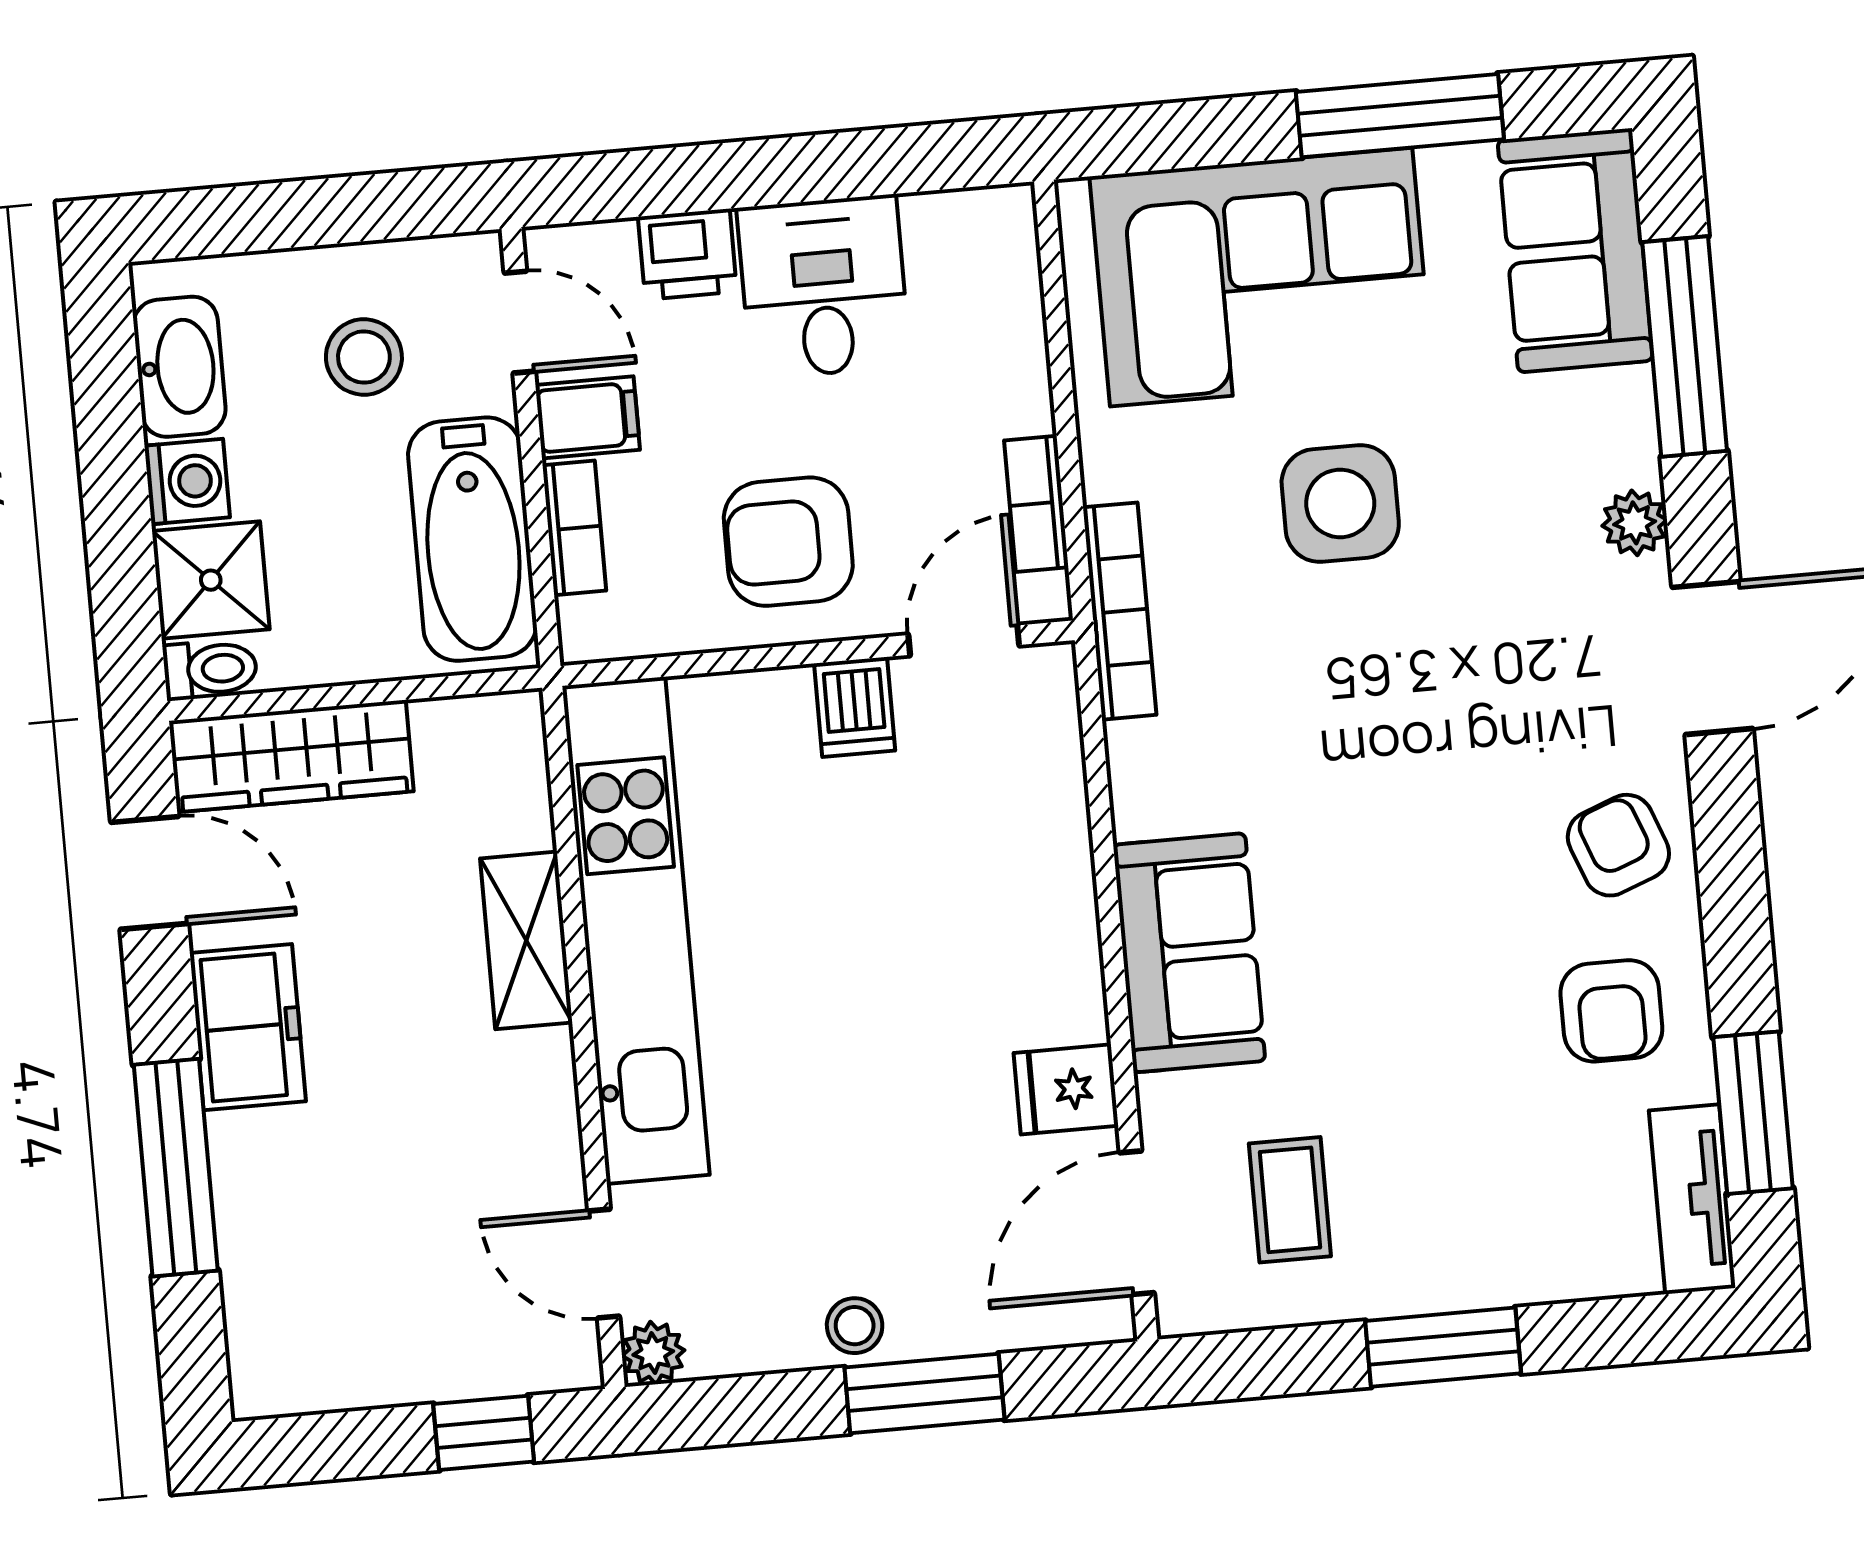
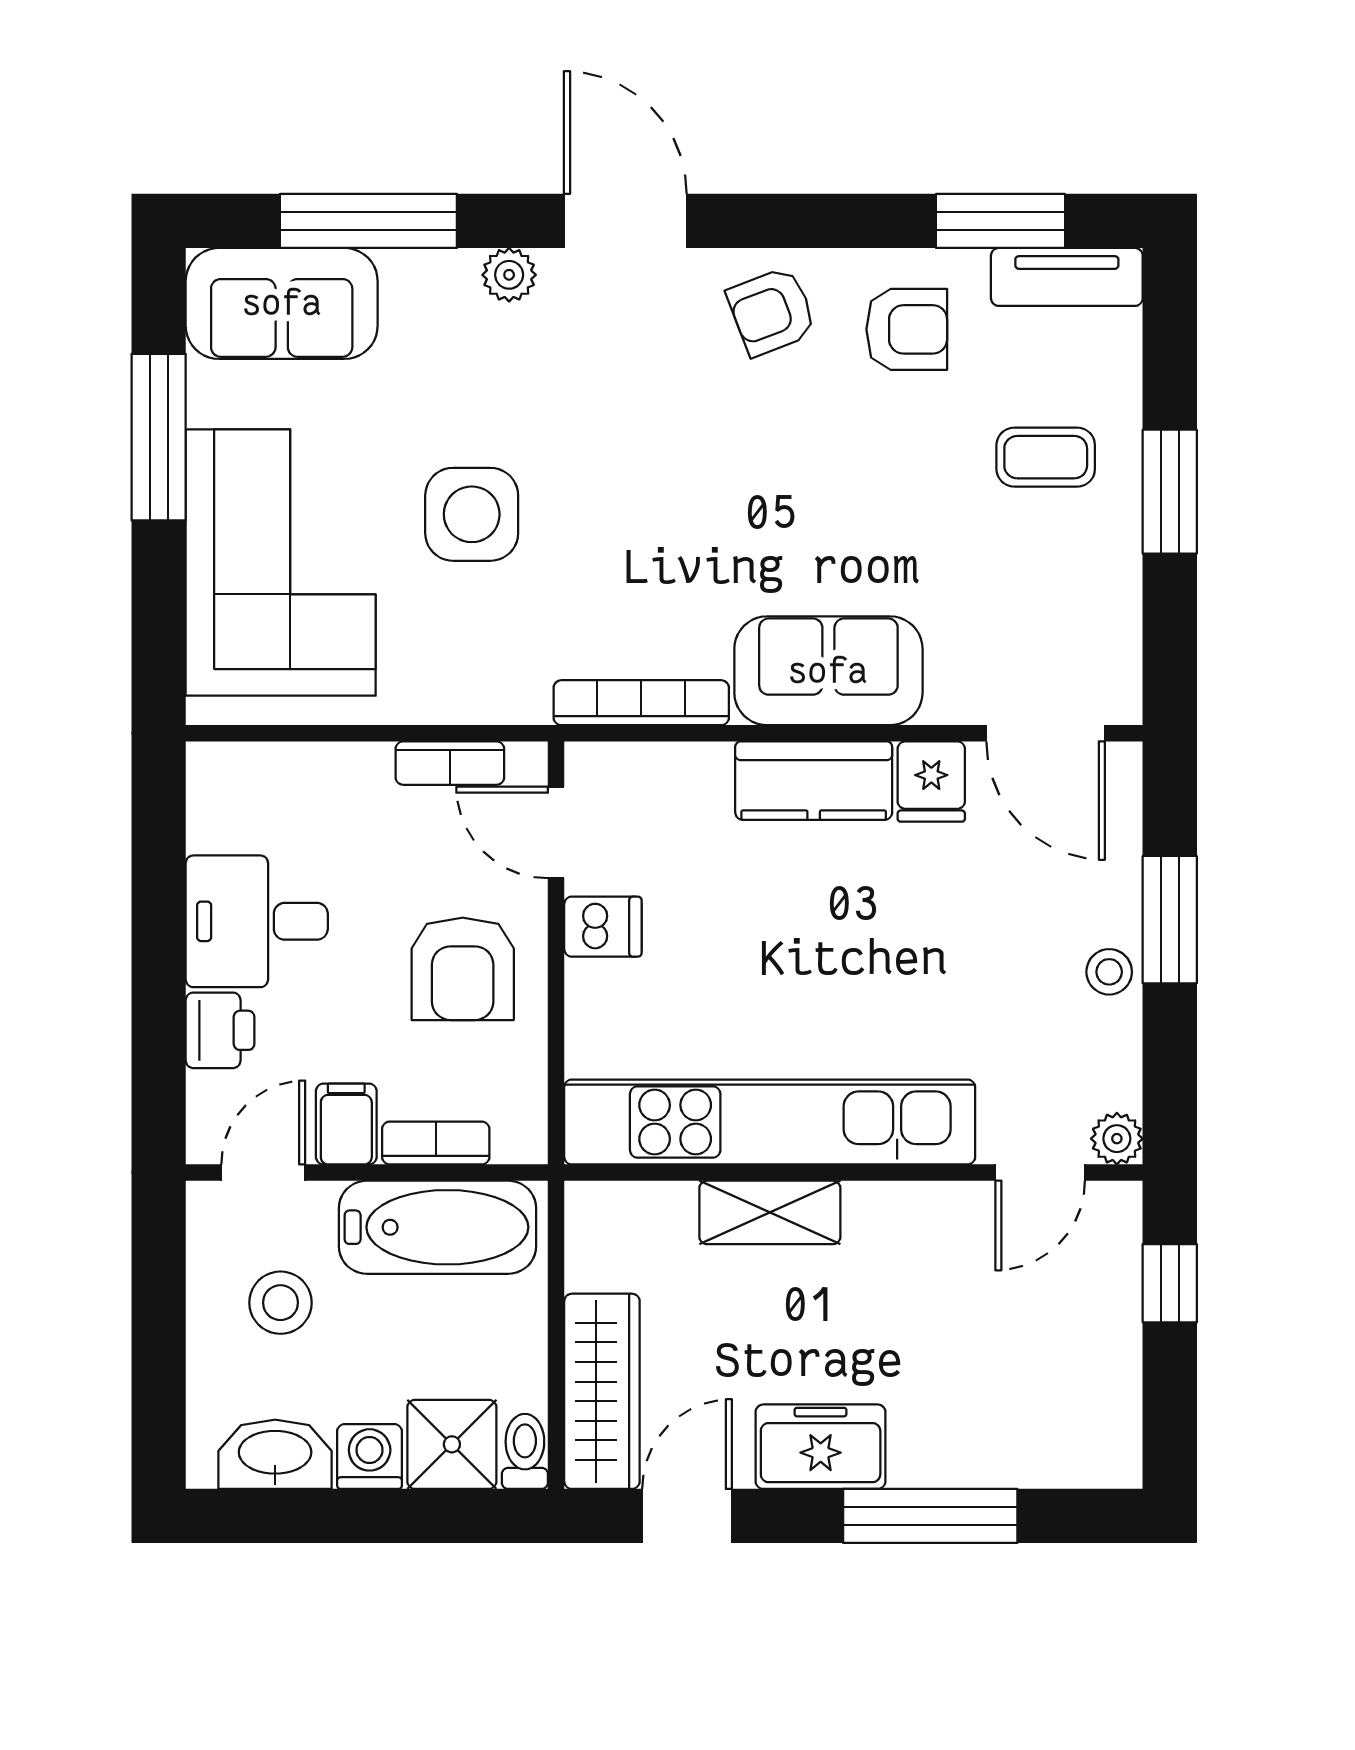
bookcase: (1120, 611) -> (641, 703), moved
kitchen counter: (1054, 947) -> (814, 781), added
coffee table: (1290, 1200) -> (1046, 457), moved

